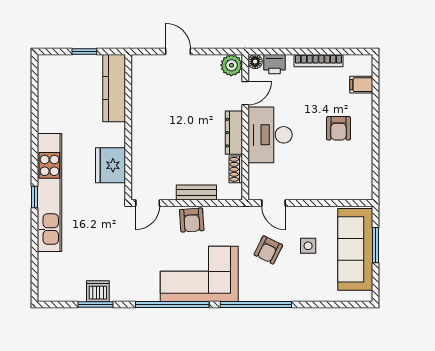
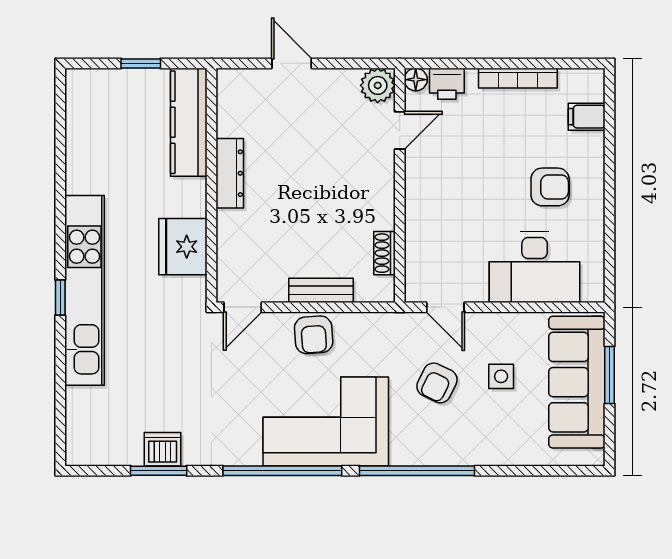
armchair: (338, 128) -> (550, 187), turned -90
dresser: (234, 133) -> (230, 173), moved, turned 180
desk: (270, 135) -> (535, 267), moved, turned -90

